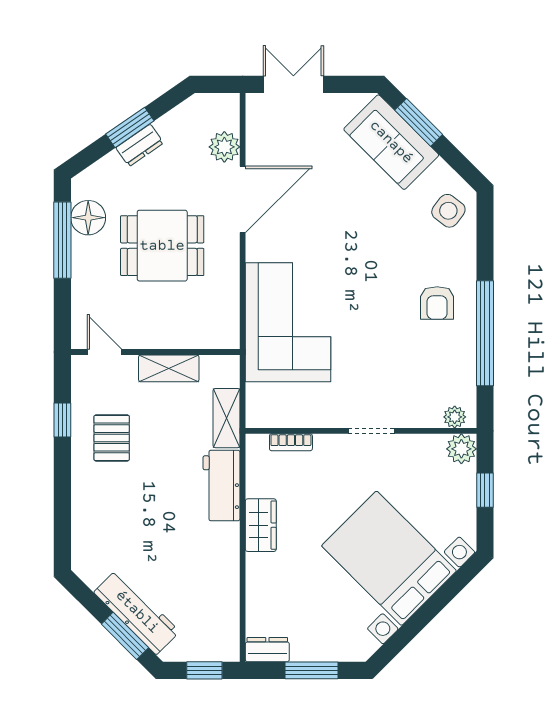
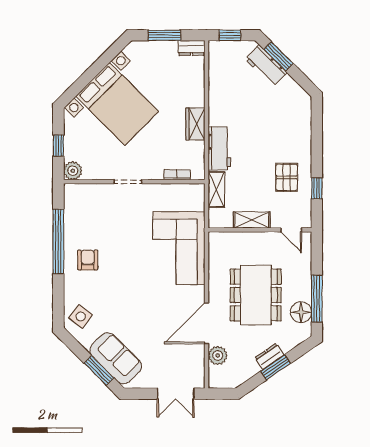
dining table: (162, 246) -> (256, 295), width x1.37
plant: (455, 417) -> (77, 190), removed
workbench: (137, 612) -> (266, 66), width x0.73

